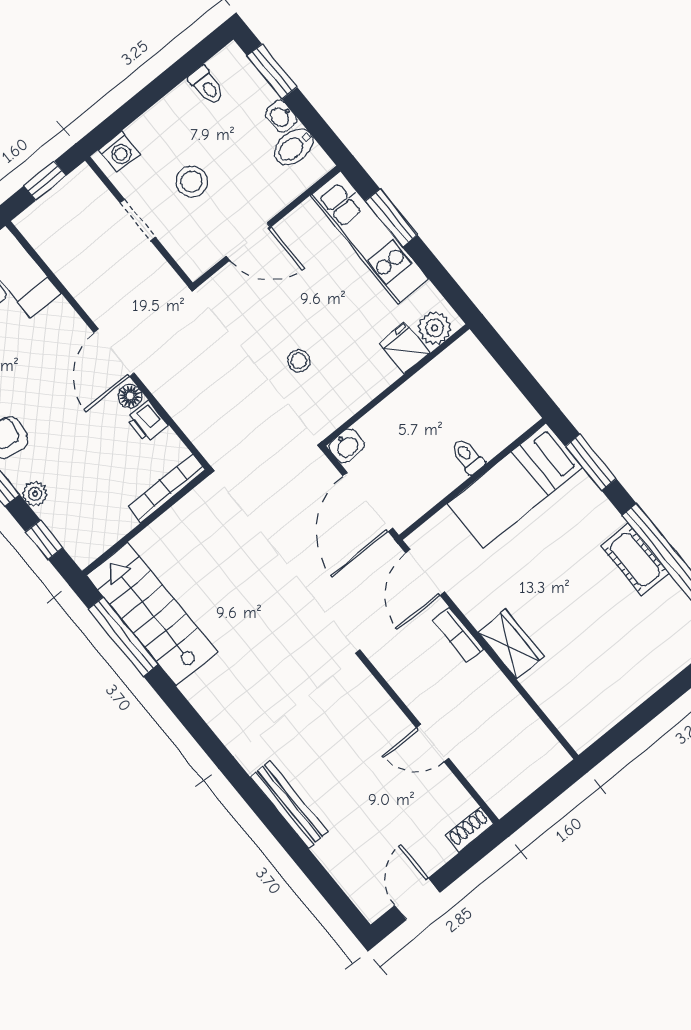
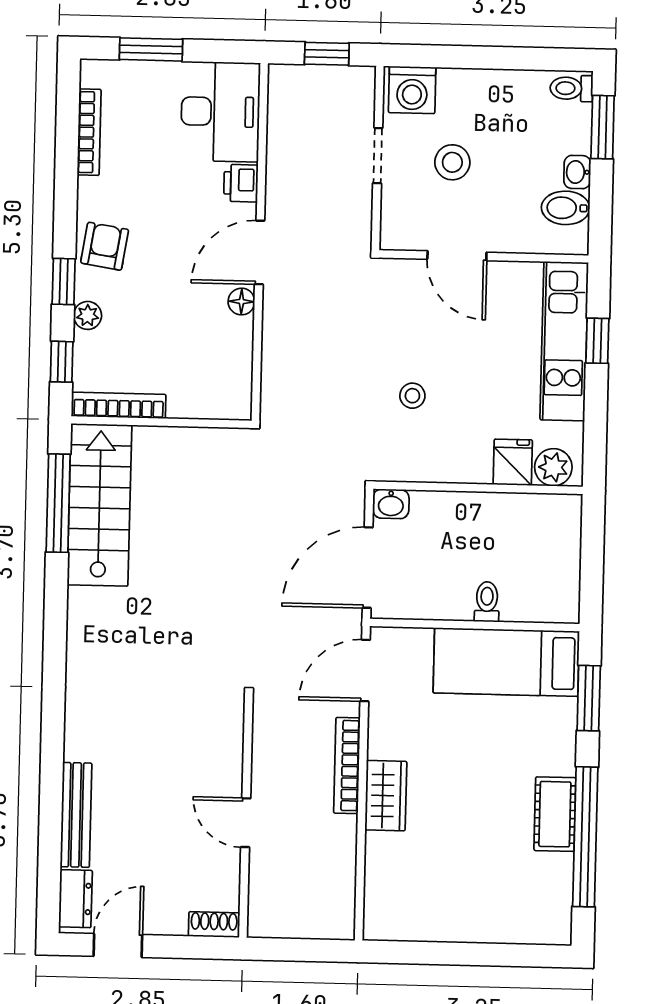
toilet: (207, 86) -> (571, 88), moved, turned 90
washing machine: (119, 152) -> (412, 90), width x1.38, depth x1.38
window: (391, 218) -> (597, 341), width x0.67
printer: (147, 422) -> (241, 183), moved
bookcase: (167, 488) -> (119, 405), moved
bookcase: (458, 635) -> (347, 766), width x1.56
bench: (289, 804) -> (76, 815), moved
dresser: (362, 892) -> (76, 899), added

